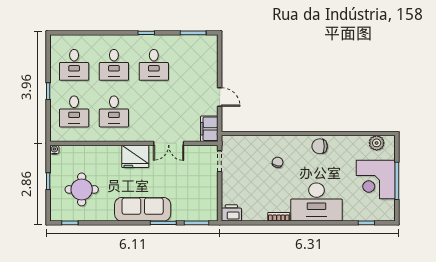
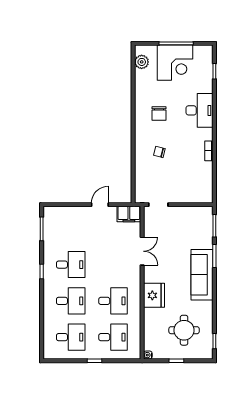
chair: (320, 146) -> (159, 113), moved
fridge: (135, 156) -> (154, 295), moved
desk: (316, 202) -> (199, 110), width x0.73, depth x0.77
printer: (231, 213) -> (205, 194), removed

